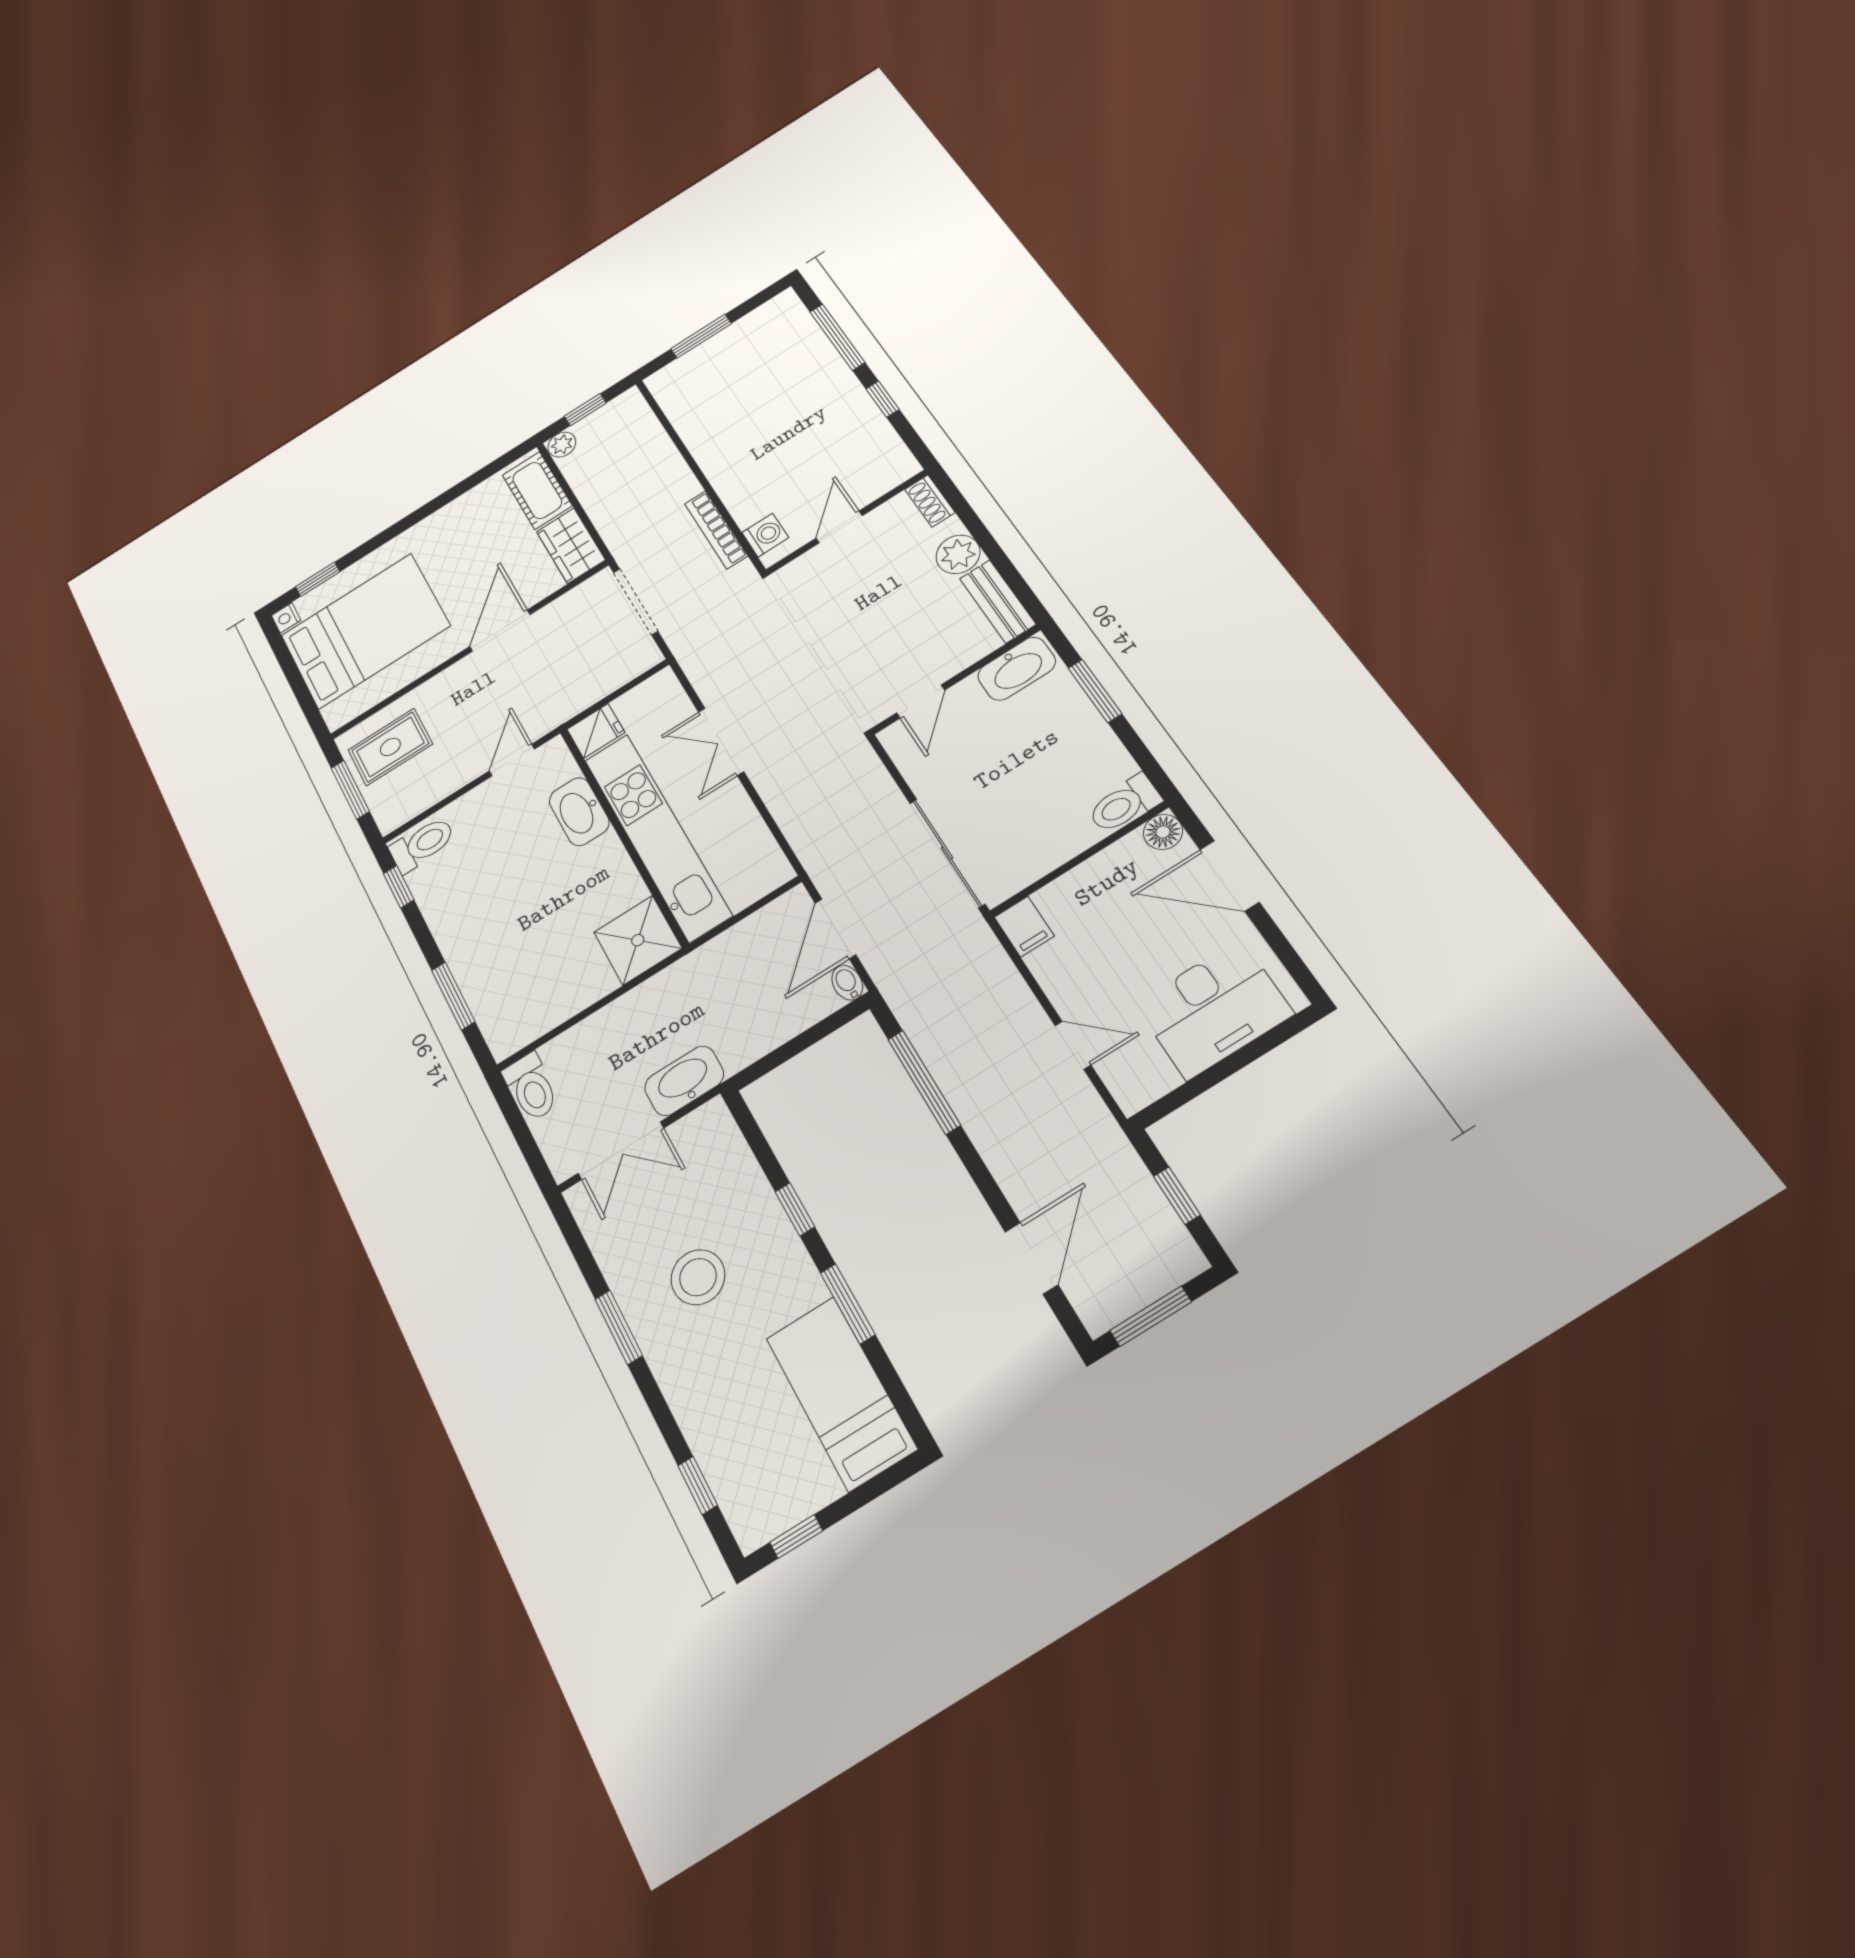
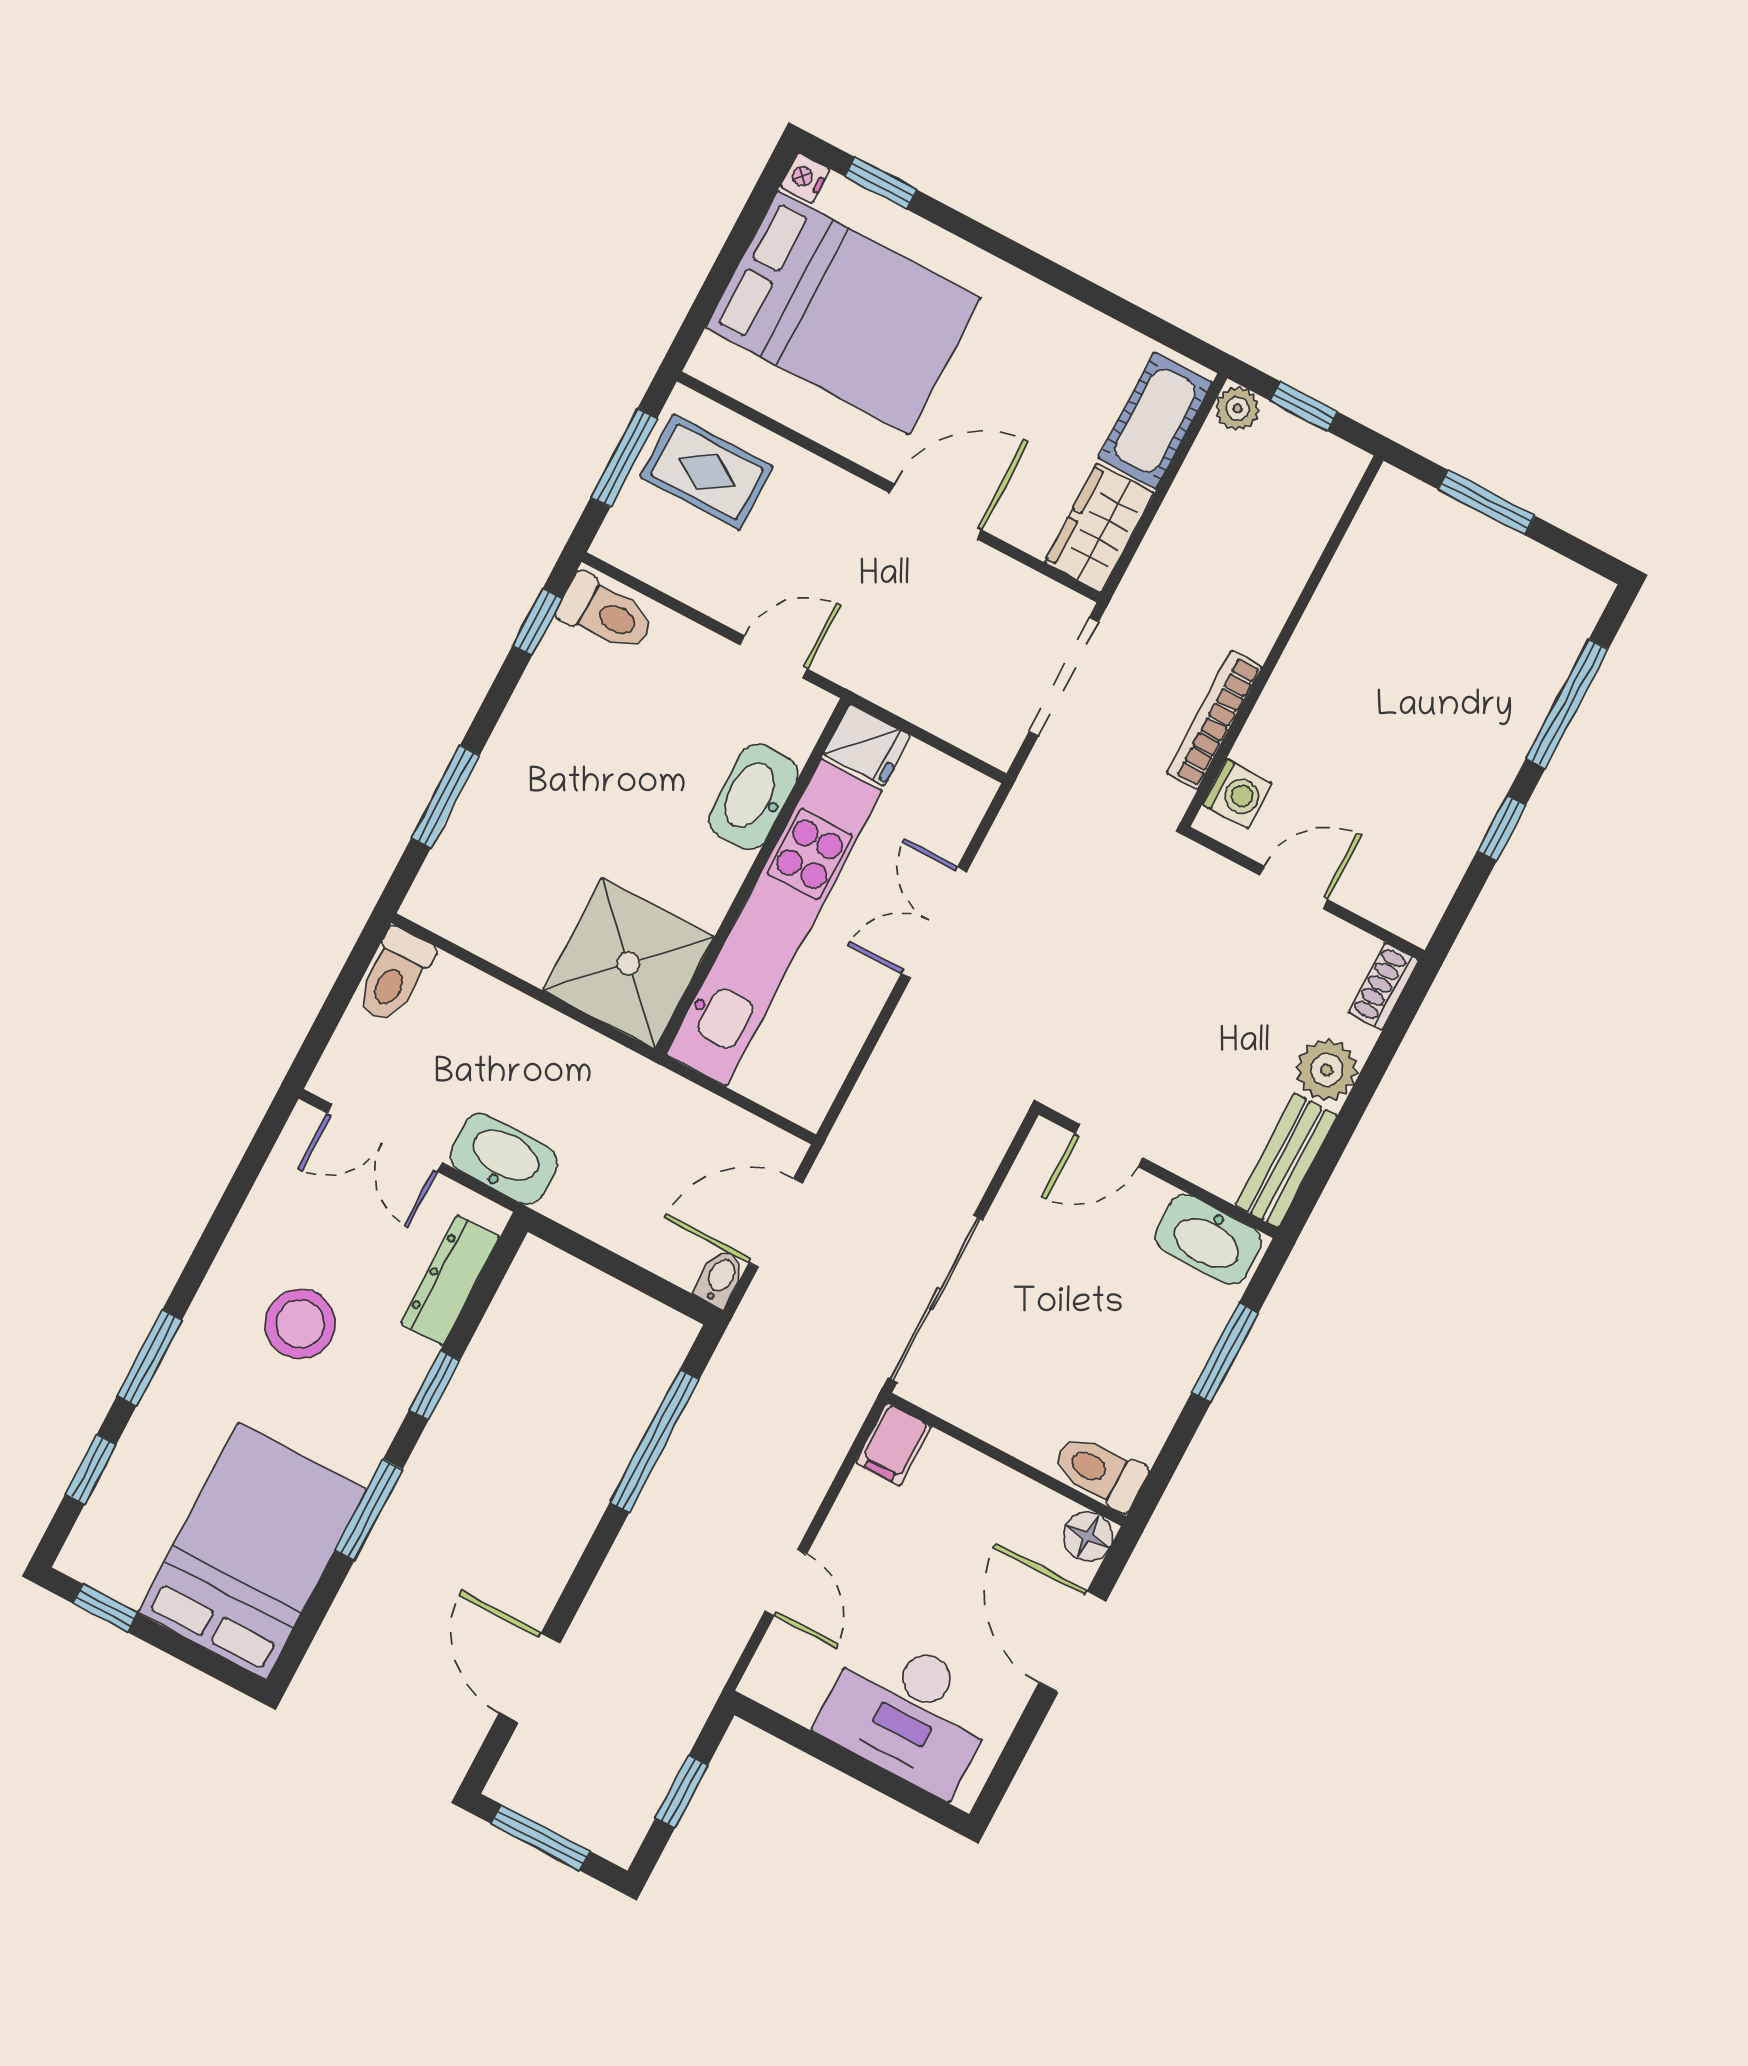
shower: (638, 940) -> (628, 963), width x1.37, depth x1.37
dresser: (735, 1159) -> (450, 1280), added
door: (1031, 1258) -> (530, 1678), swing flipped
window: (619, 1327) -> (149, 1358), moved
bed: (841, 1393) -> (252, 1551), width x1.50

